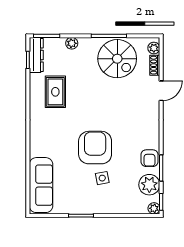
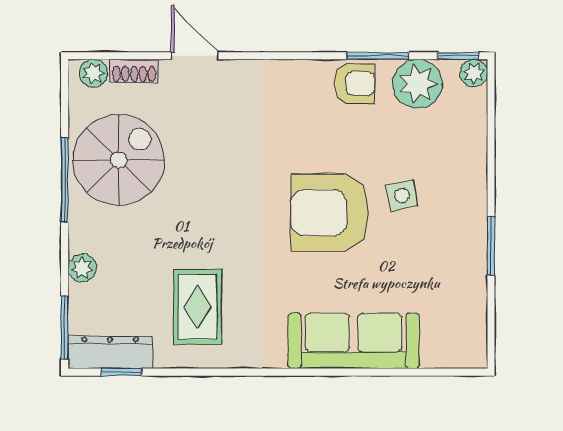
rug: (55, 92) -> (197, 307), turned 90
sofa: (41, 185) -> (354, 341), moved

